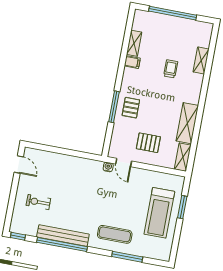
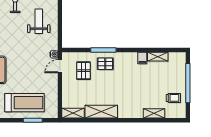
trolley: (171, 69) -> (173, 98), moved
pallet: (148, 143) -> (83, 71), moved
weight bench: (65, 178) -> (39, 21), added
treadmill: (159, 213) -> (25, 103), turned 180

